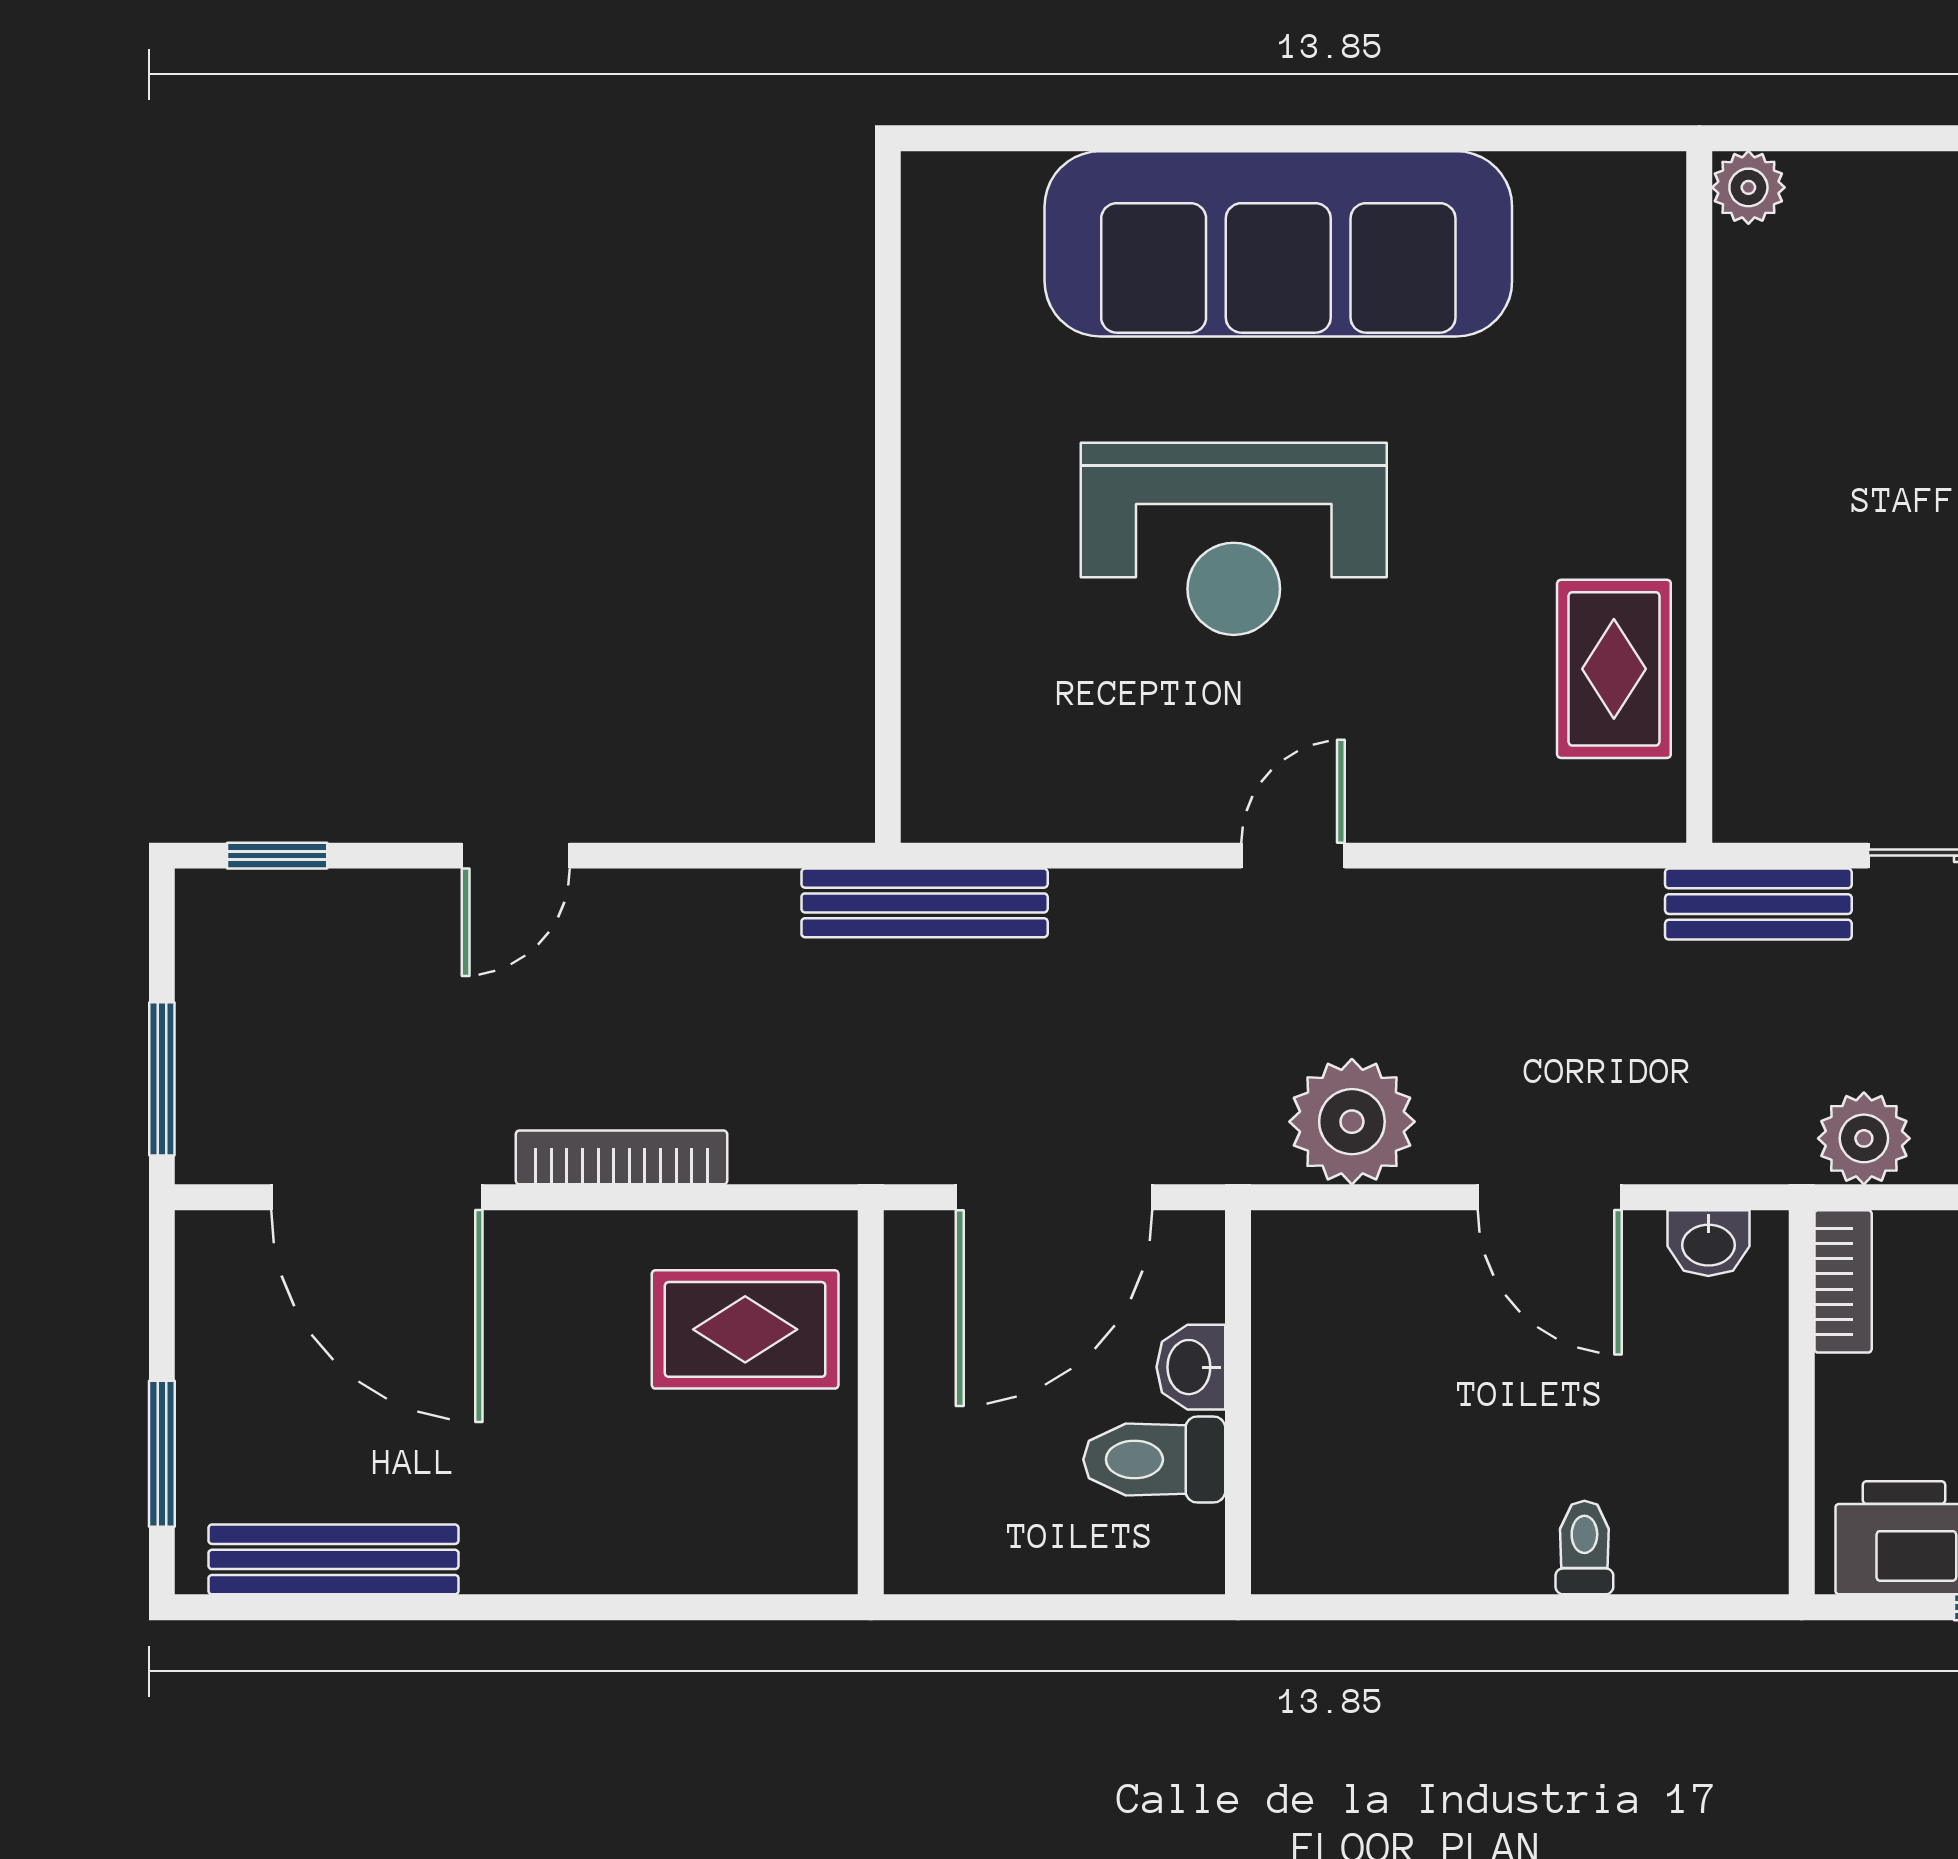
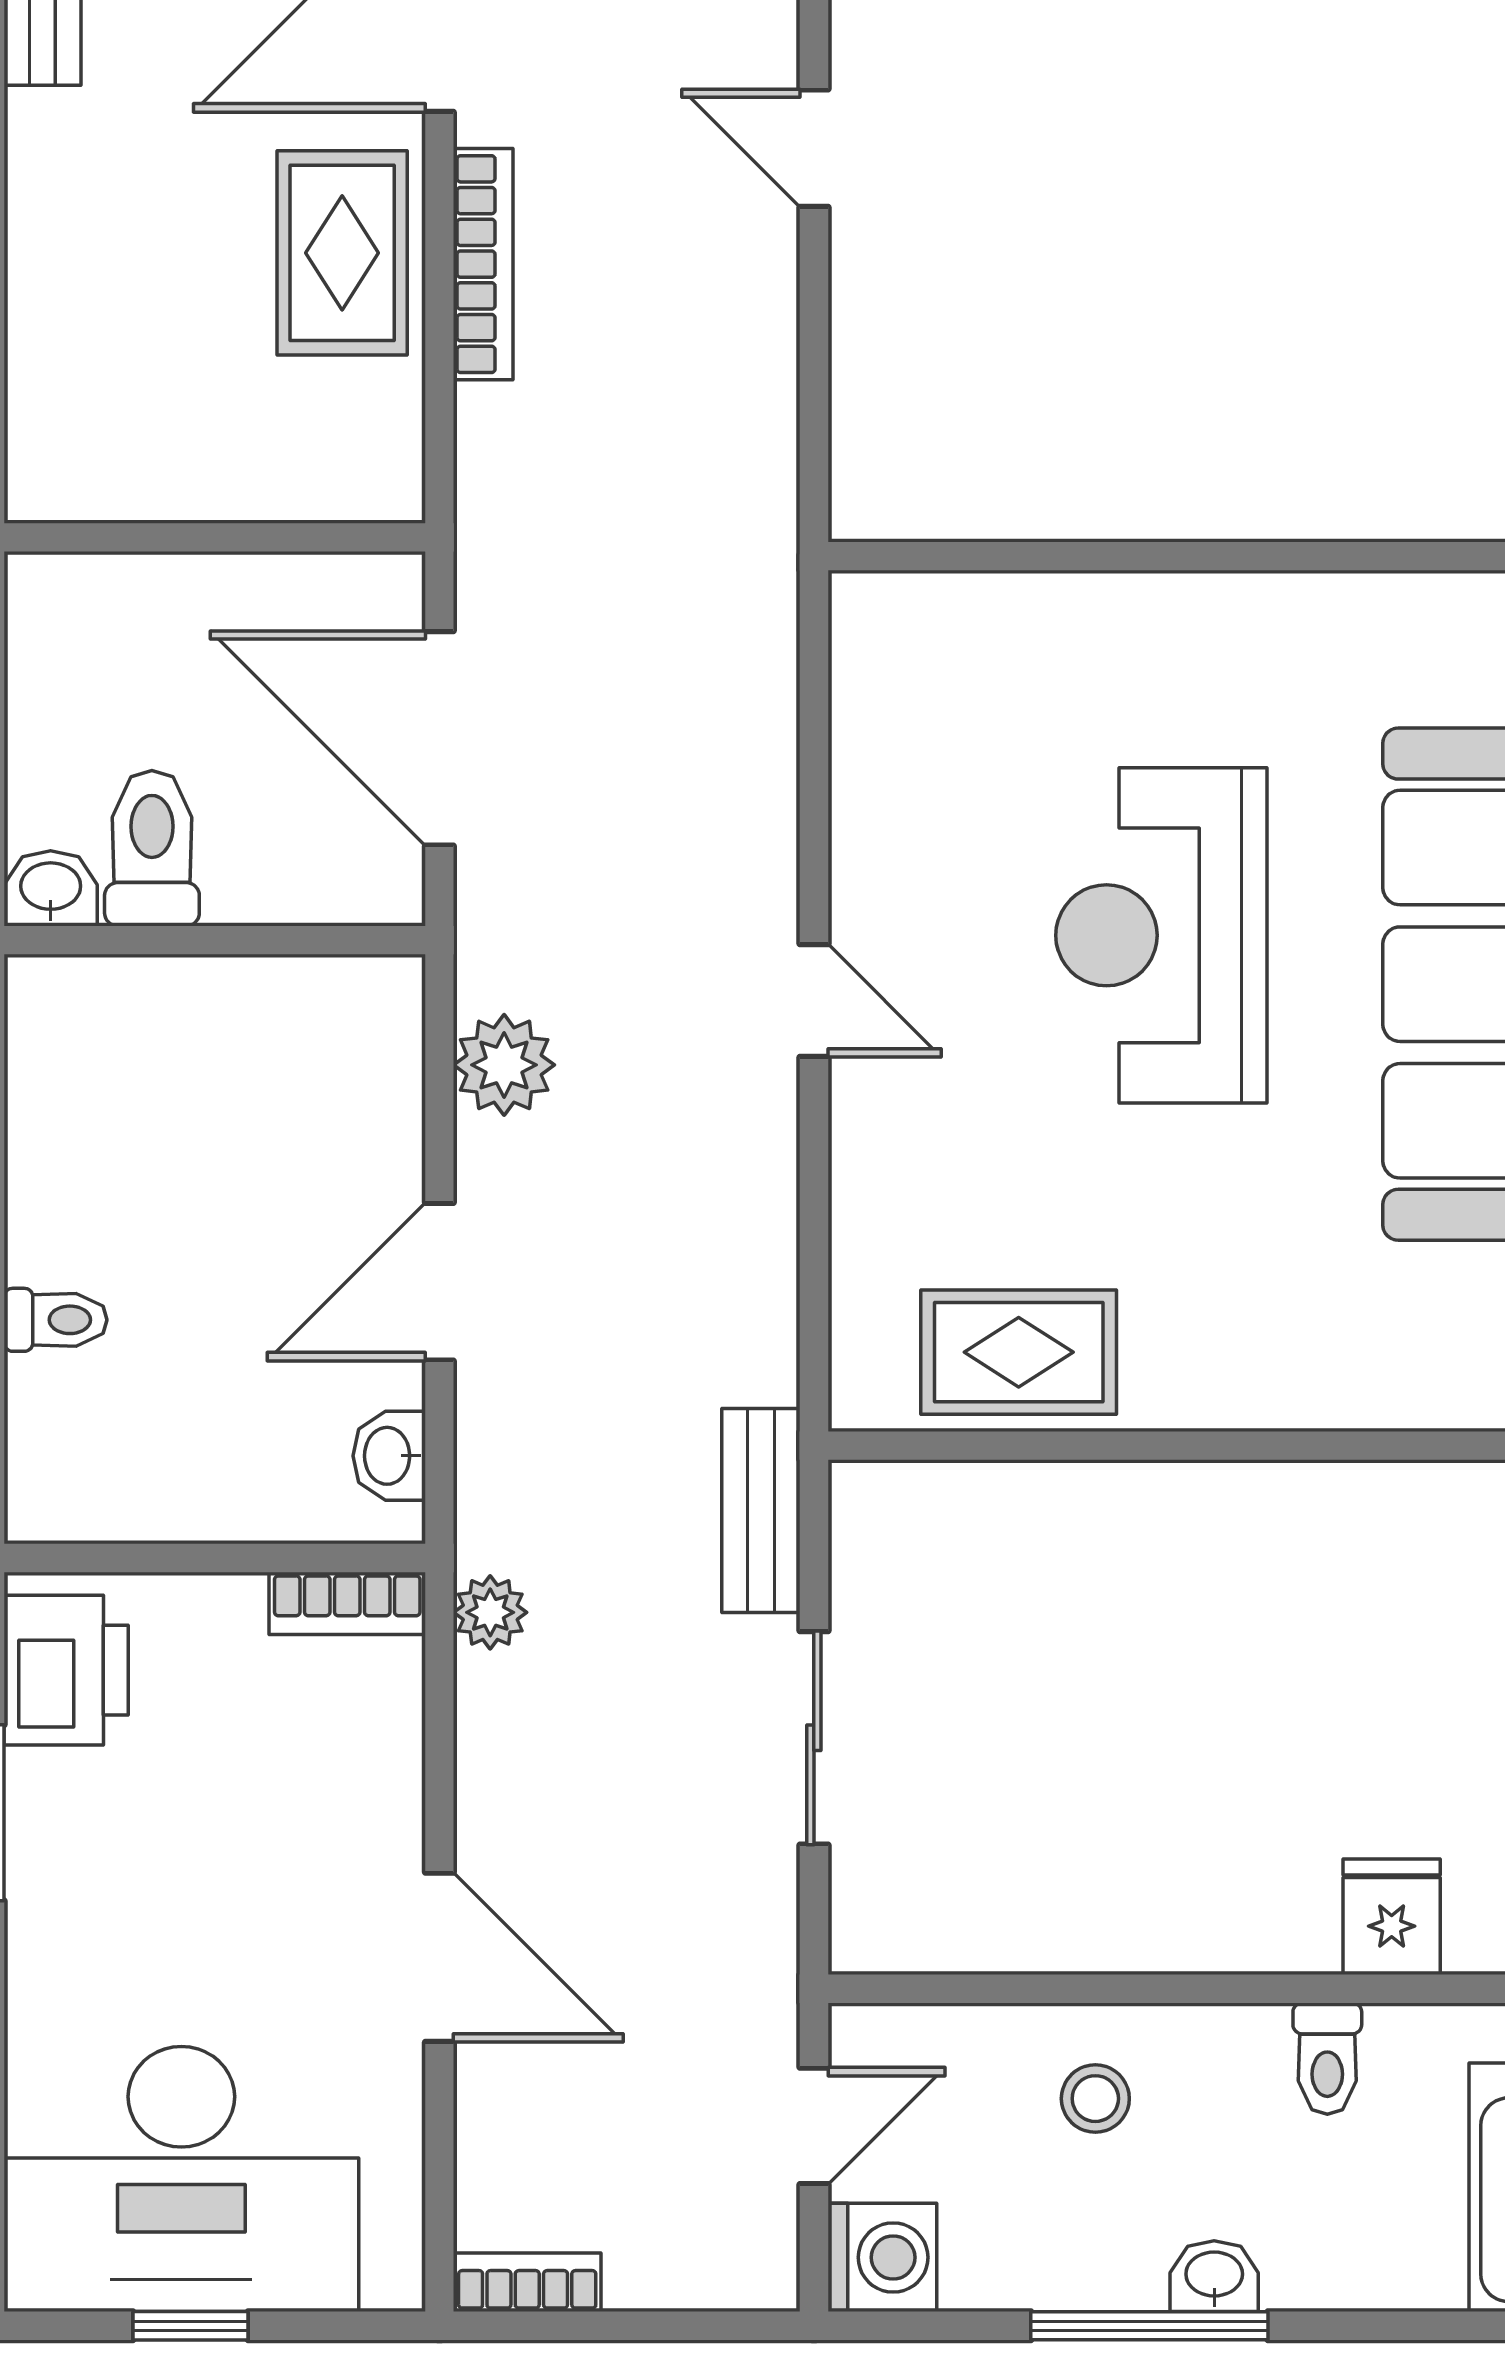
bench: (925, 903) -> (762, 596), removed
plant: (1352, 1122) -> (504, 1065), width x0.73, depth x0.73
plant: (1864, 1138) -> (490, 1612), width x0.73, depth x0.73
rug: (745, 1329) -> (342, 253), moved
washbasin: (1191, 1367) -> (51, 888), moved

